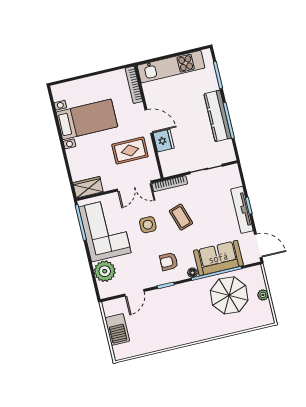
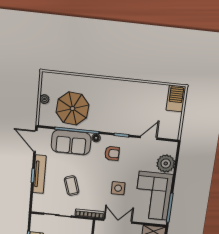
coffee table: (181, 217) -> (72, 186), moved
barbecue: (117, 329) -> (176, 99), moved

